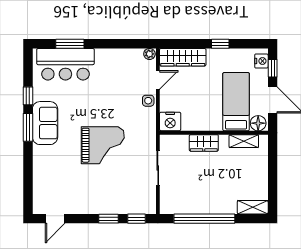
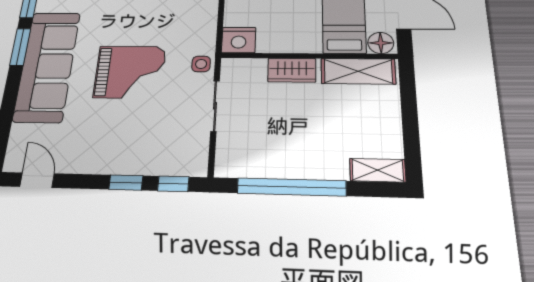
side table: (148, 101) -> (201, 64), moved
sofa: (45, 123) -> (47, 66), width x1.85, depth x1.27
shelving: (244, 141) -> (358, 71), width x1.50, depth x1.33
door: (55, 219) -> (37, 180), swing flipped

